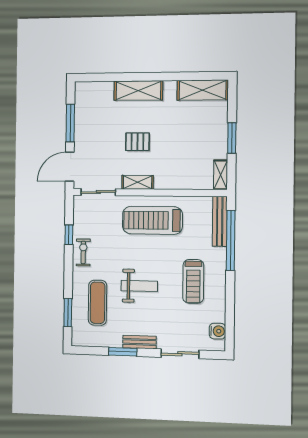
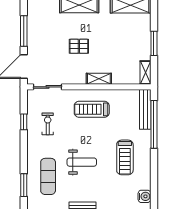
shelving: (137, 182) -> (99, 79), moved
treadmill: (152, 220) -> (92, 109), width x0.73, depth x0.73
exercise bike: (83, 252) -> (48, 124), moved

